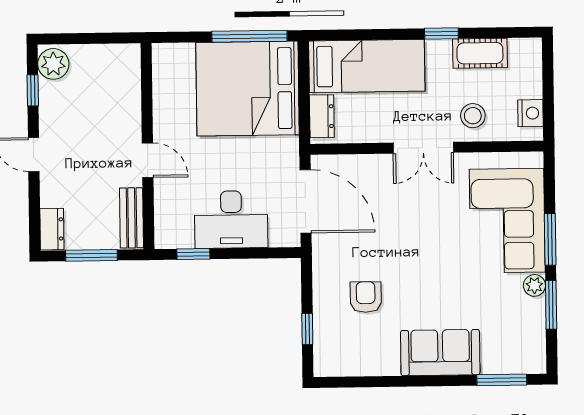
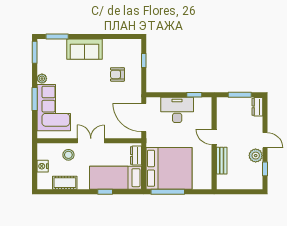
window: (441, 34) -> (105, 192), moved
plant: (53, 64) -> (256, 156), moved
nightstand: (530, 113) -> (43, 166), moved
bench: (132, 218) -> (222, 161), moved
armchair: (366, 297) -> (117, 74), turned 90
window: (551, 305) -> (35, 52), moved

